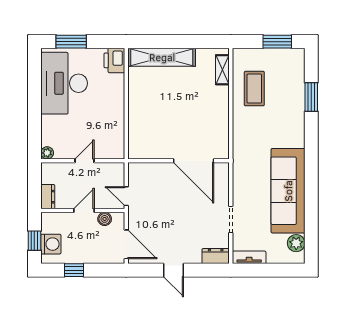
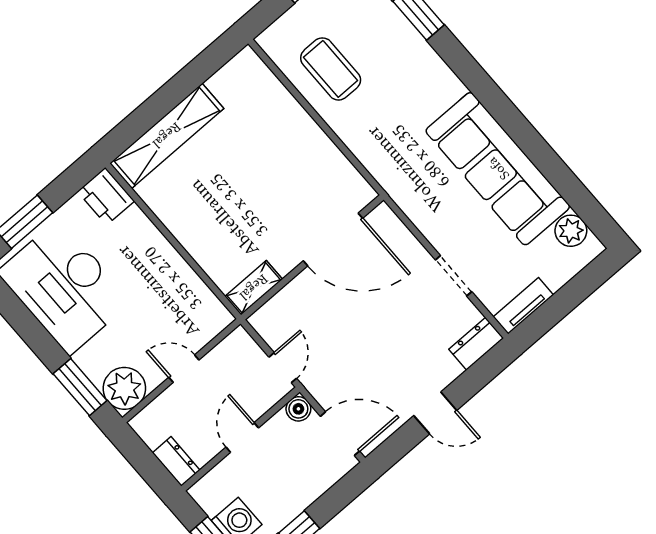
shelving: (222, 70) -> (254, 288), moved, turned 90
window: (34, 131) -> (80, 387), added
plant: (47, 153) -> (124, 388), width x1.88, depth x1.88
door: (85, 161) -> (184, 369), hinge flipped
door: (126, 196) -> (283, 368), swing flipped
boiler: (105, 219) -> (298, 409), moved

